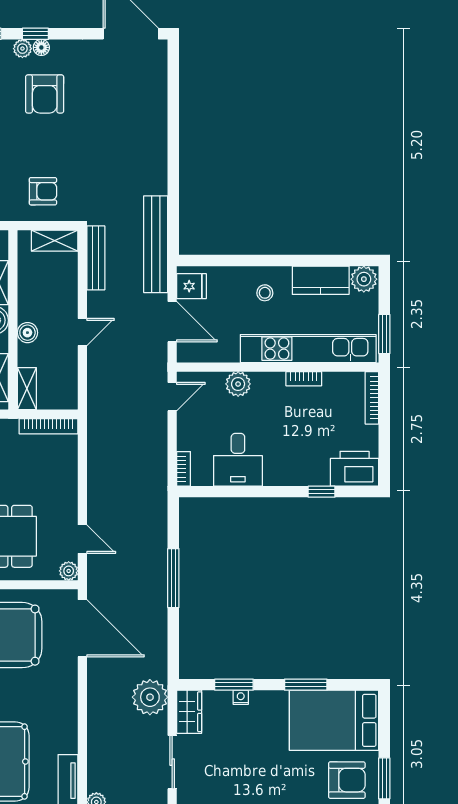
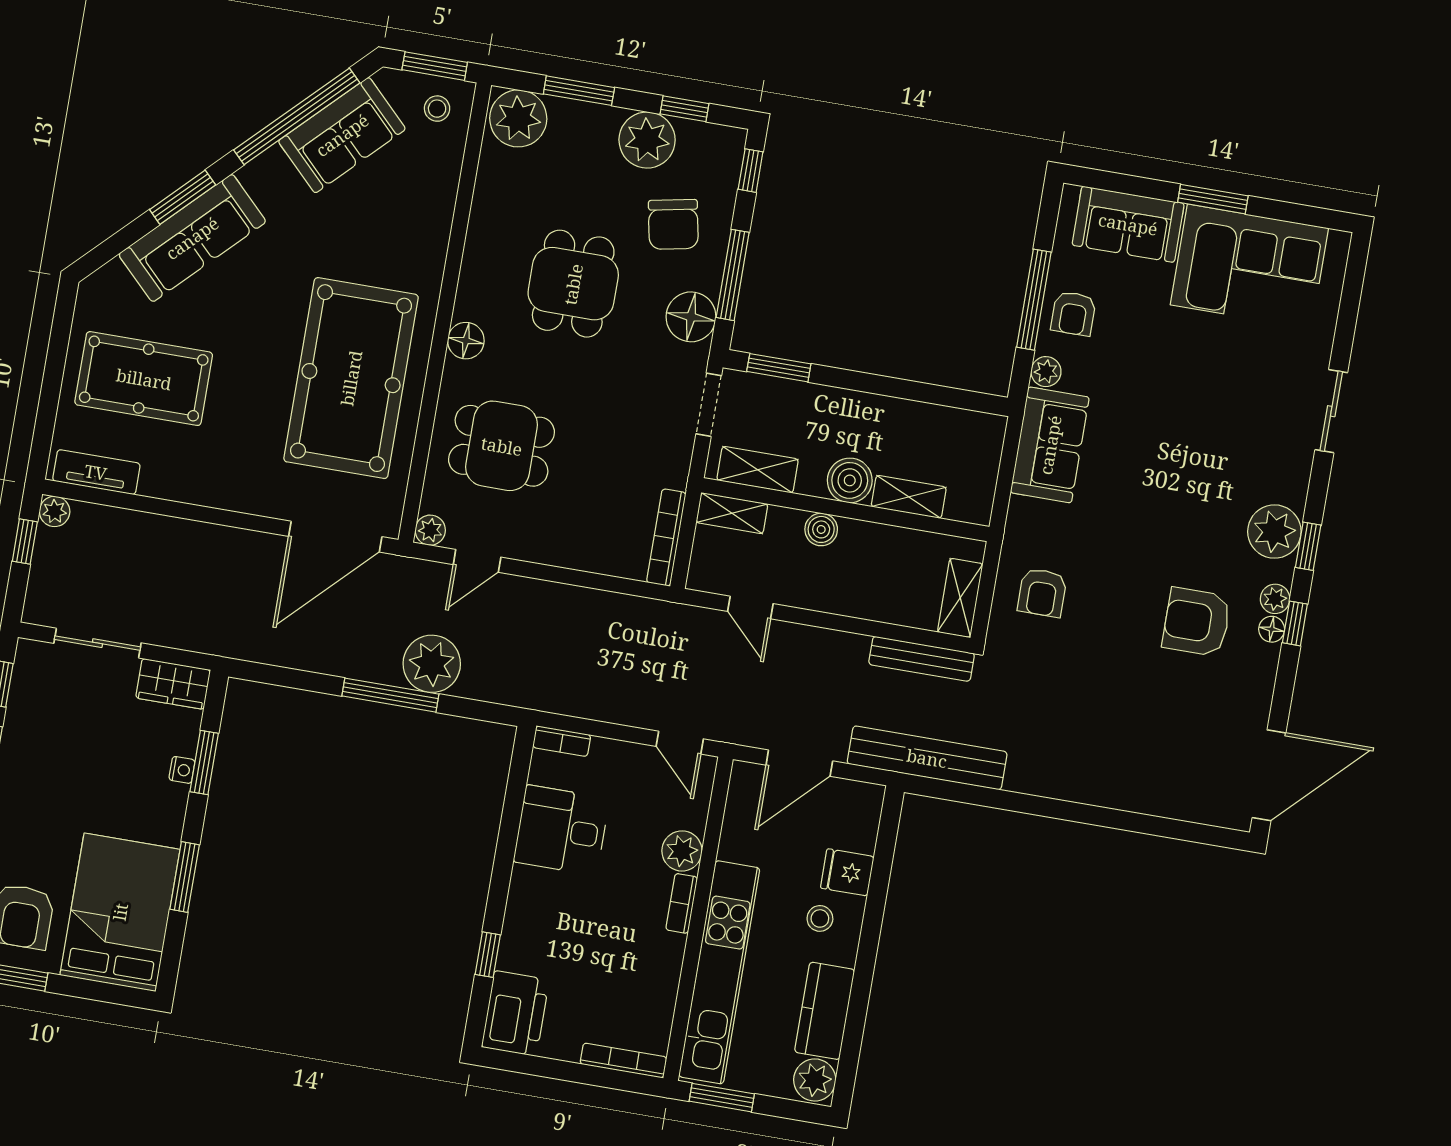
fridge: (192, 286) -> (847, 872), moved, turned 90
door: (82, 332) -> (750, 608), moved
bookcase: (304, 379) -> (682, 903), moved
plant: (150, 697) -> (432, 664), moved

